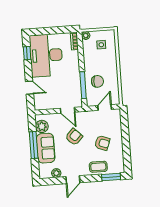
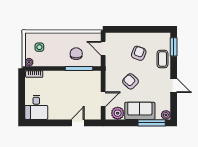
window: (27, 53) -> (43, 123), removed
desk: (46, 55) -> (36, 107), width x0.53, depth x0.77
door: (68, 110) -> (103, 99), moved
window: (34, 145) -> (152, 123), moved
plant: (56, 173) -> (166, 115), moved

